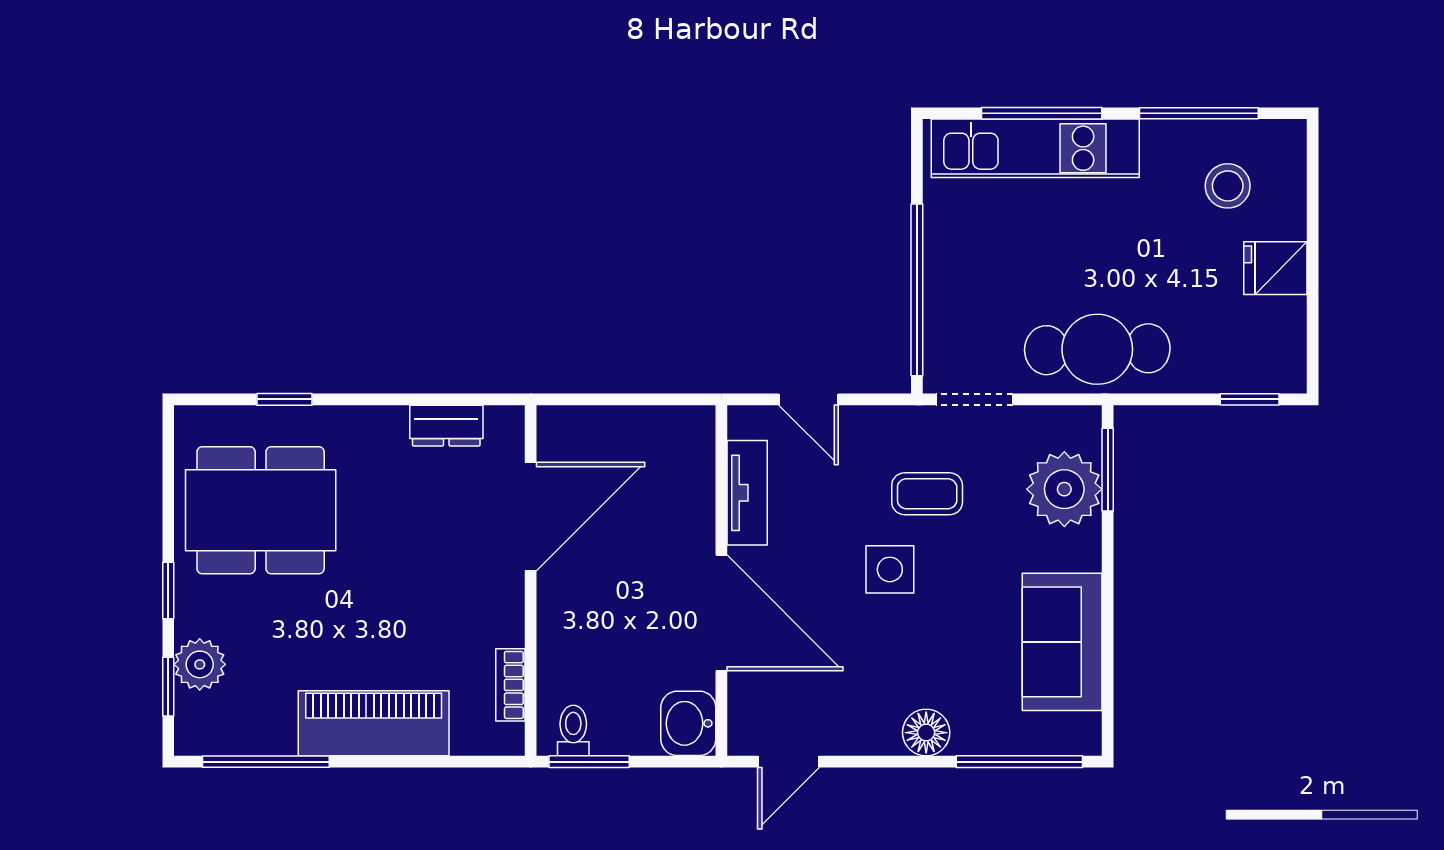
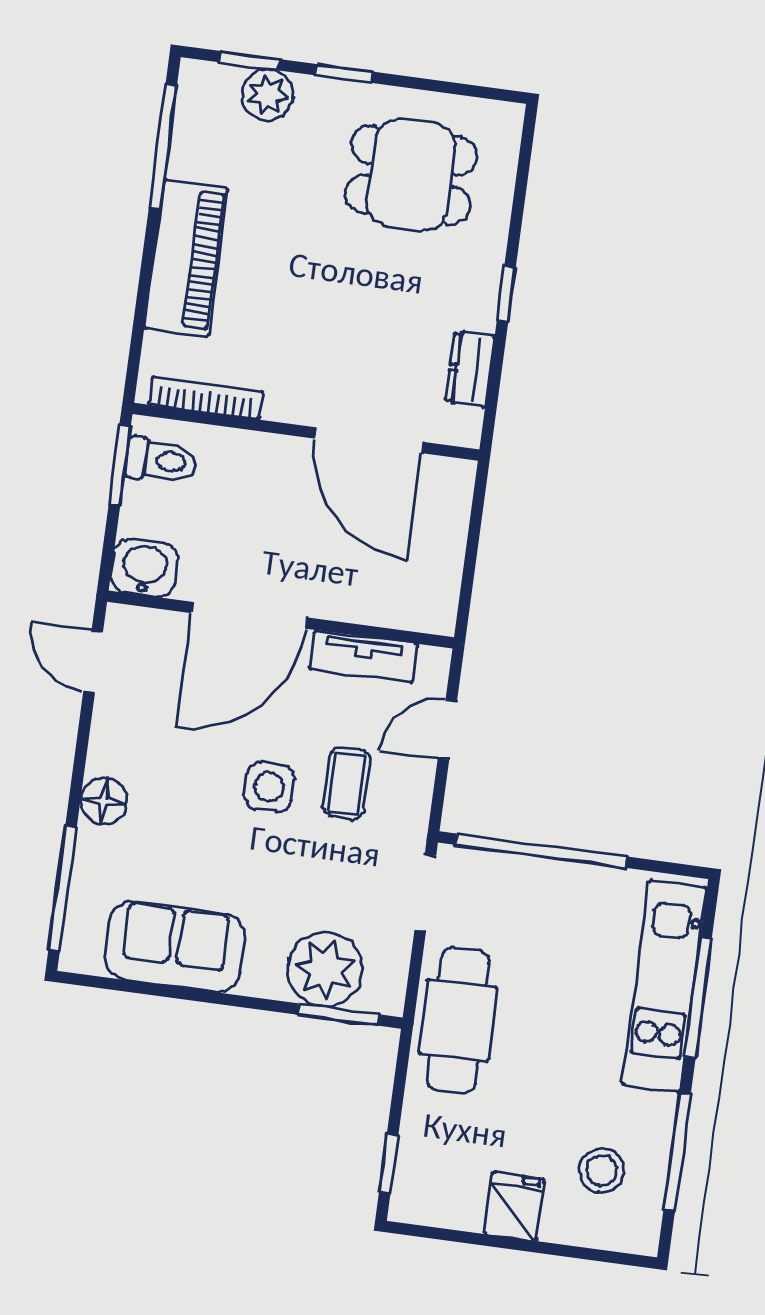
window: (284, 399) -> (506, 294), moved
coffee table: (927, 494) -> (346, 783), moved
dining table: (261, 510) -> (411, 175), width x0.73
bookcase: (510, 685) -> (206, 398), width x1.56
toilet: (573, 731) -> (161, 461), width x1.37, depth x1.39

